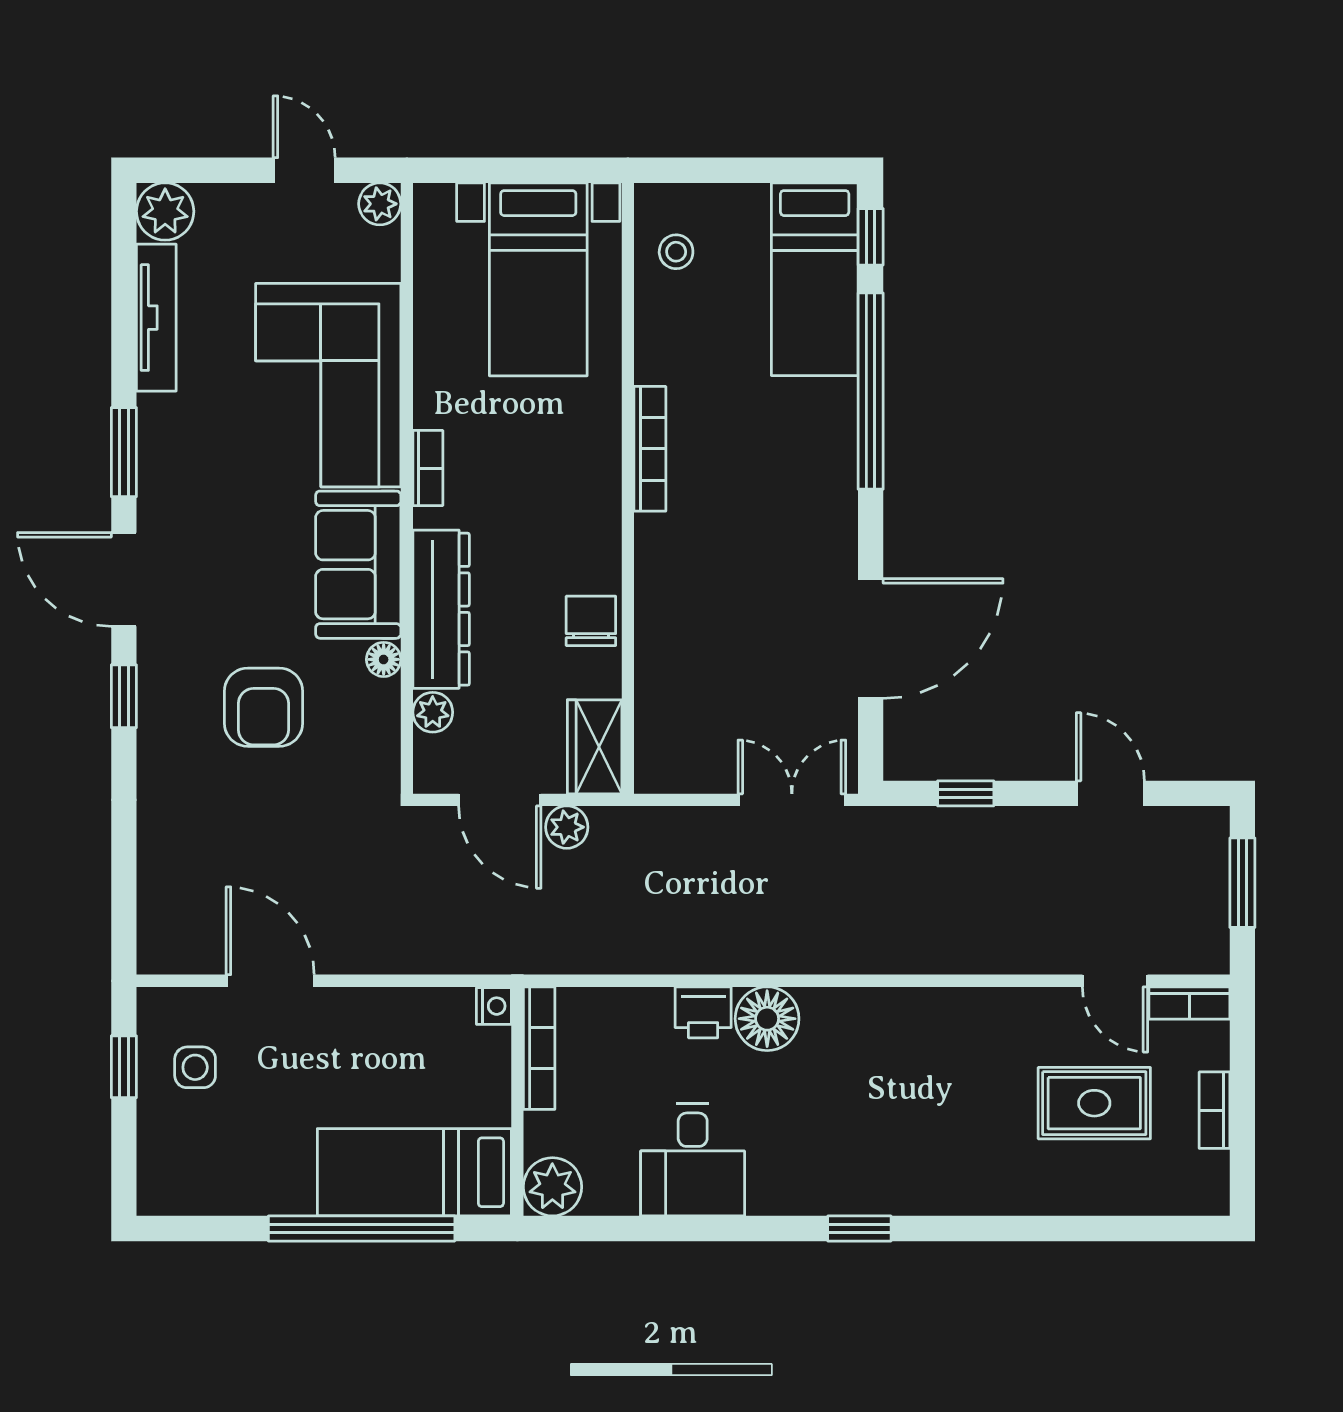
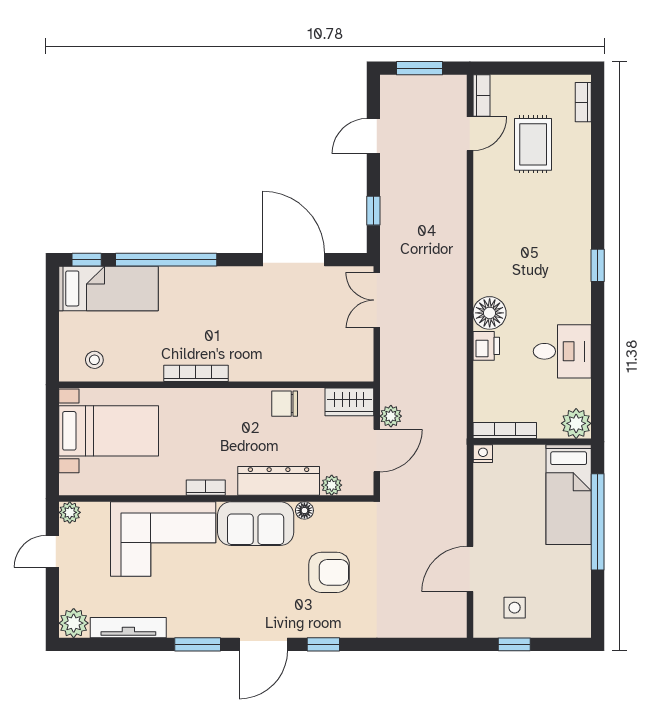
bookcase: (1215, 1110) -> (583, 102), moved, turned 90

